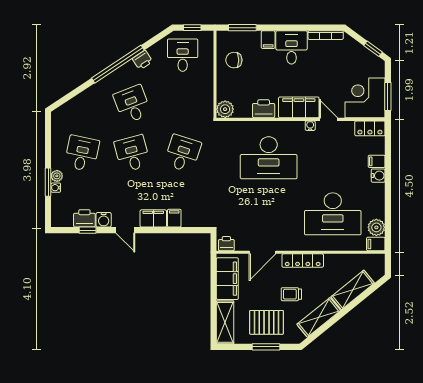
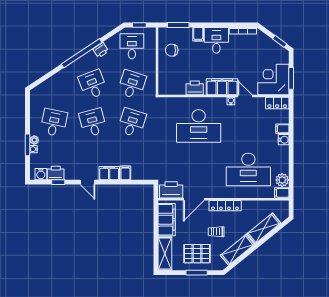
desk: (183, 104) -> (132, 84), added
plant: (225, 109) -> (165, 88), removed
water cooler: (104, 220) -> (41, 174), moved
printer: (226, 244) -> (171, 190), width x1.87, depth x1.48

